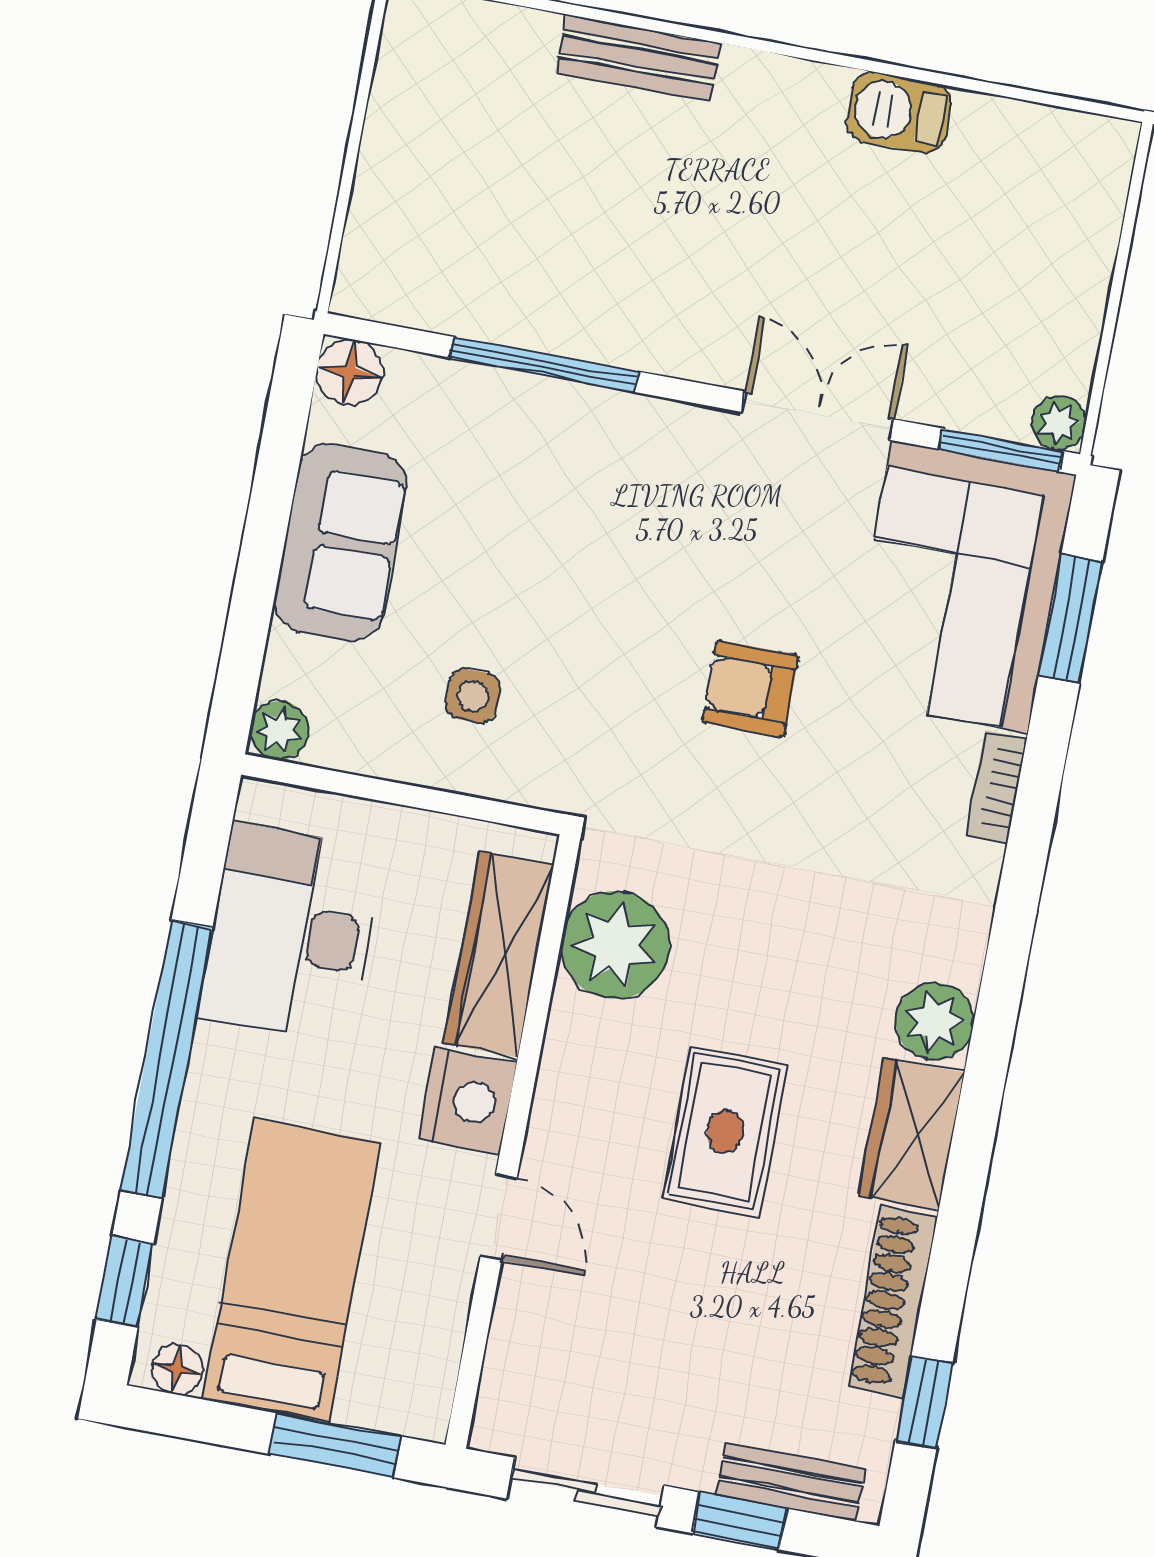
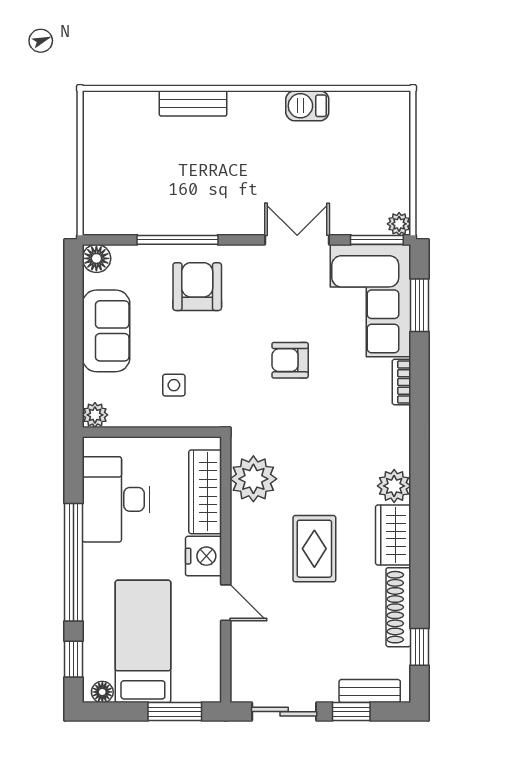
armchair: (569, 480) -> (197, 287), added

